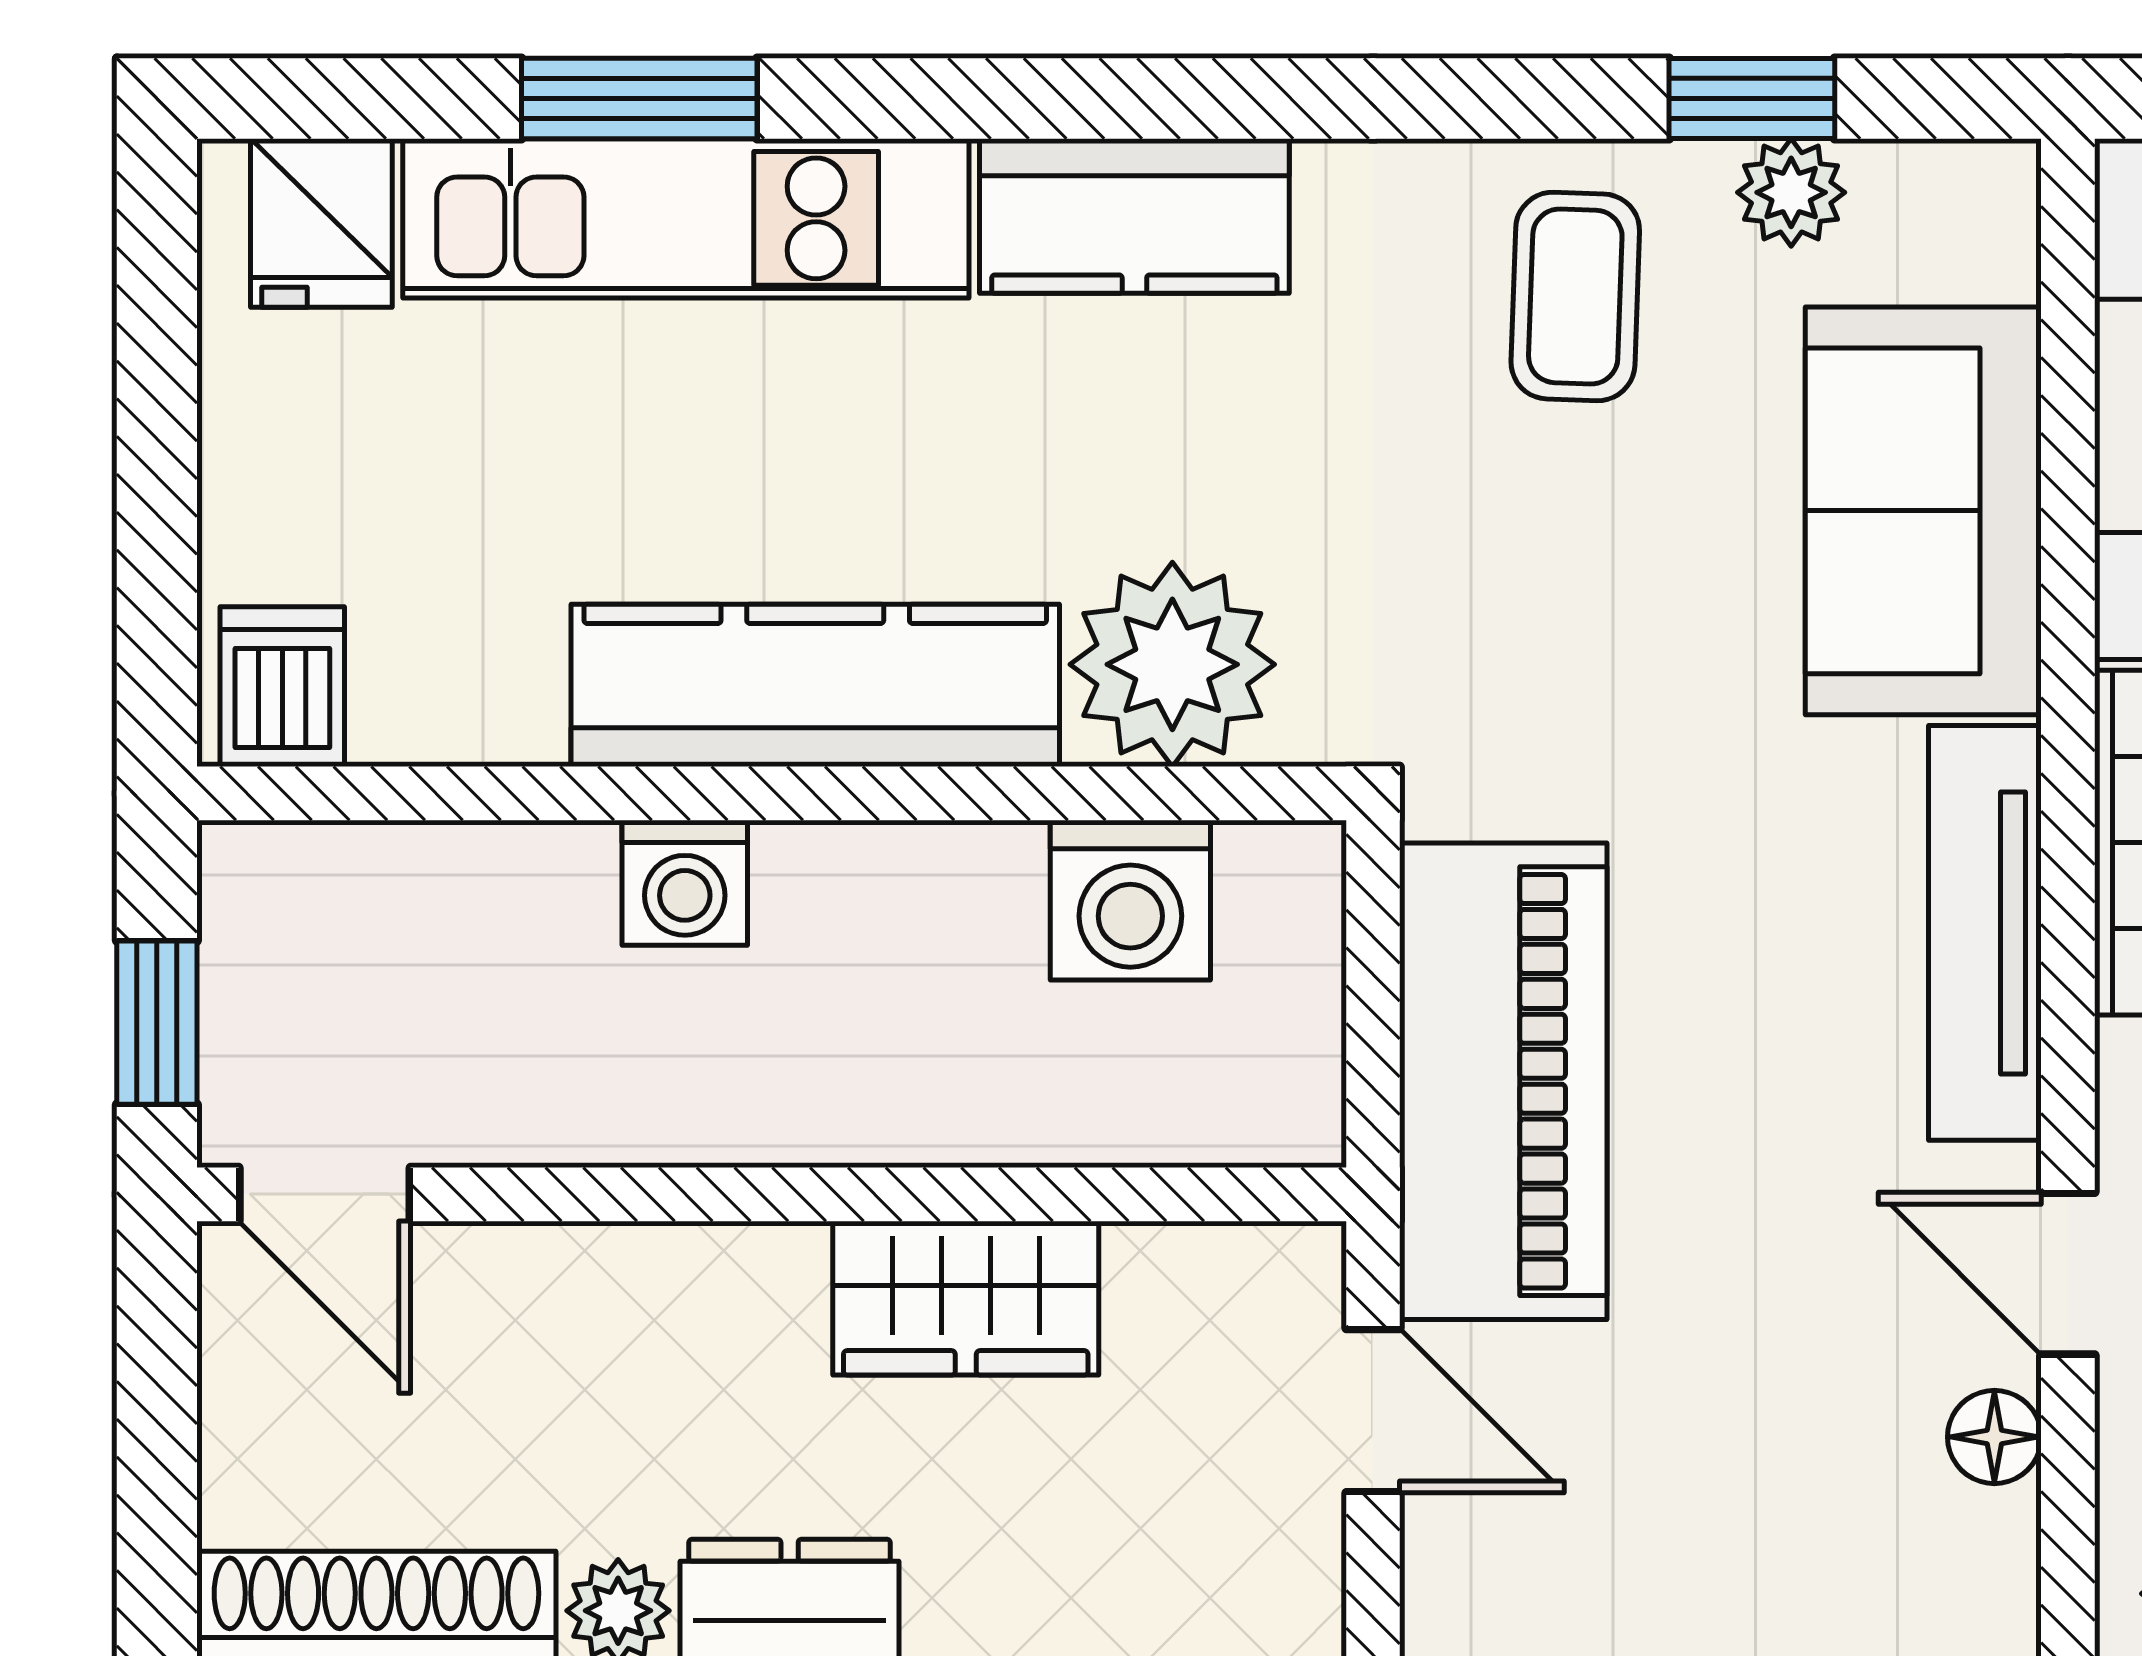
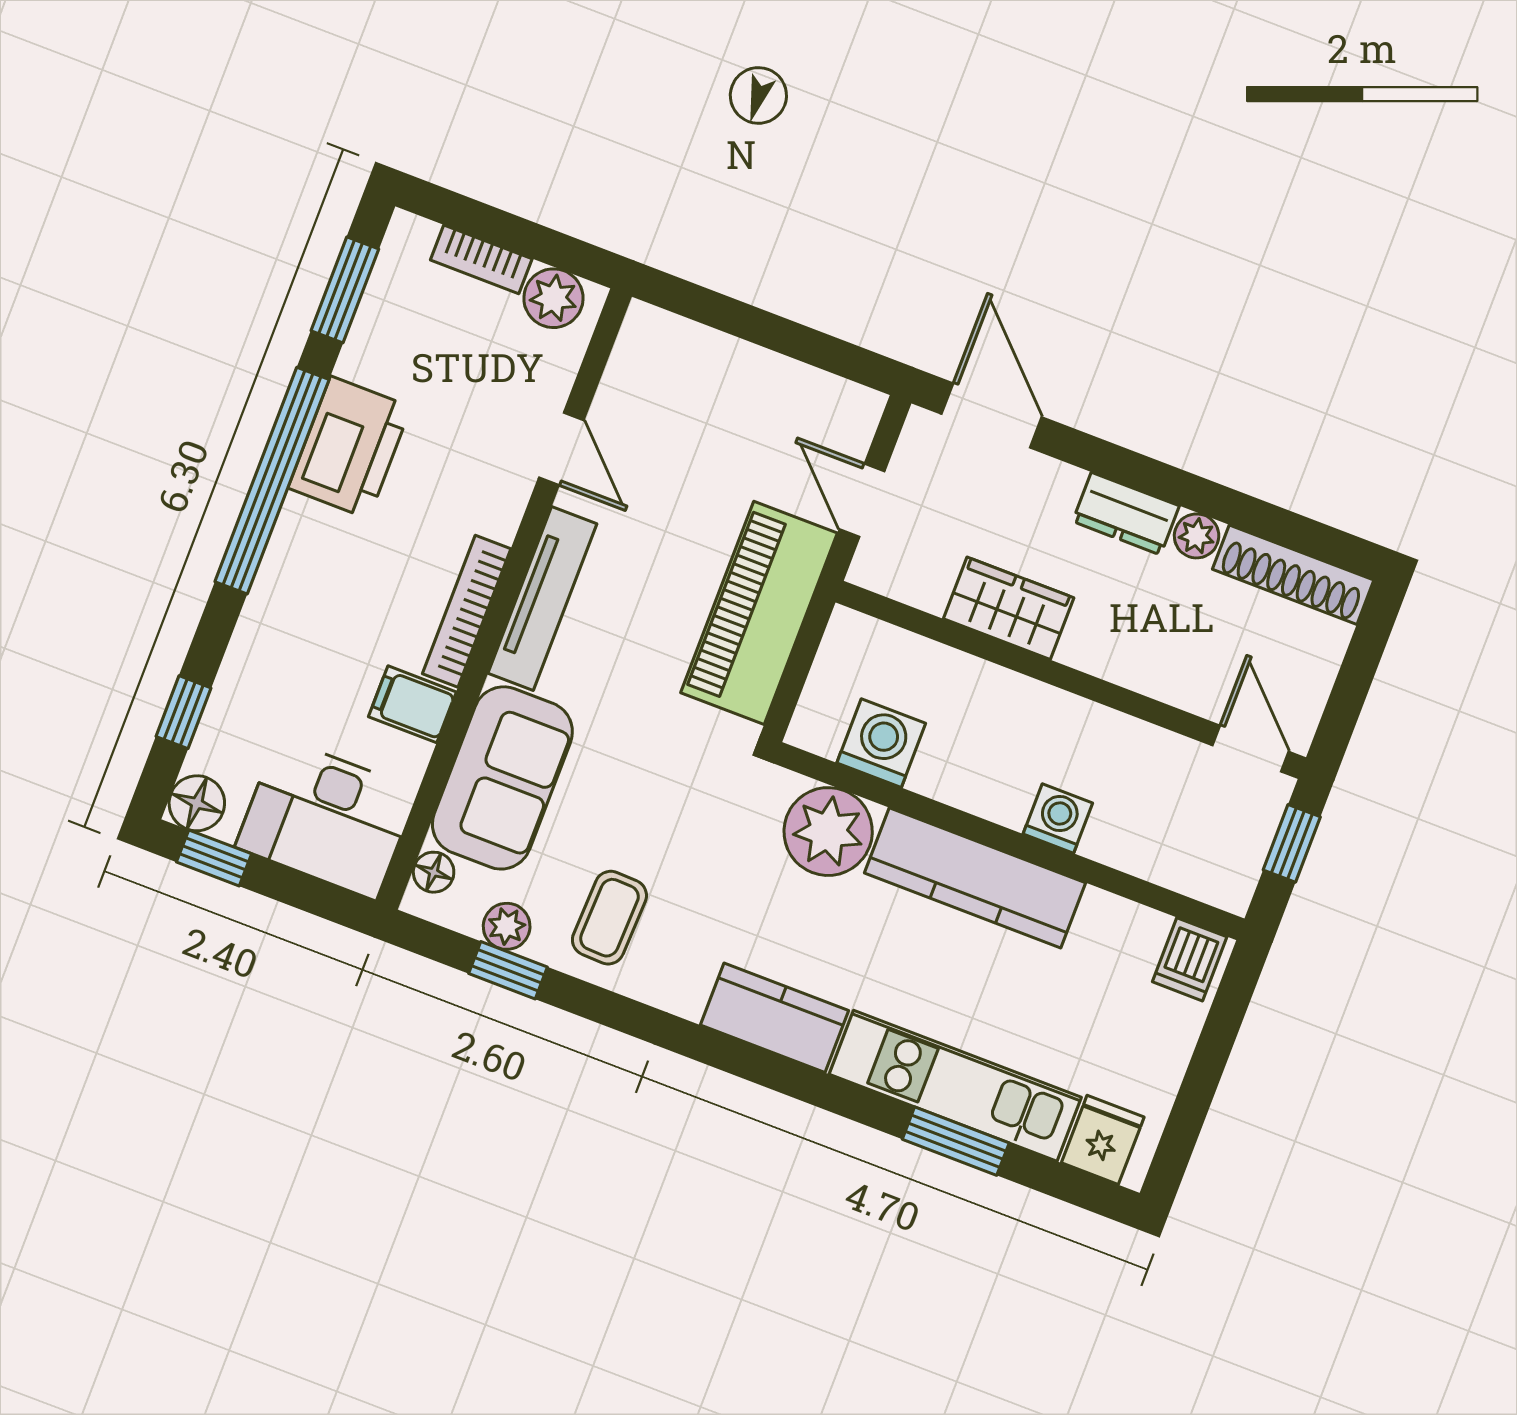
floor lamp: (1994, 1437) -> (434, 872), moved

